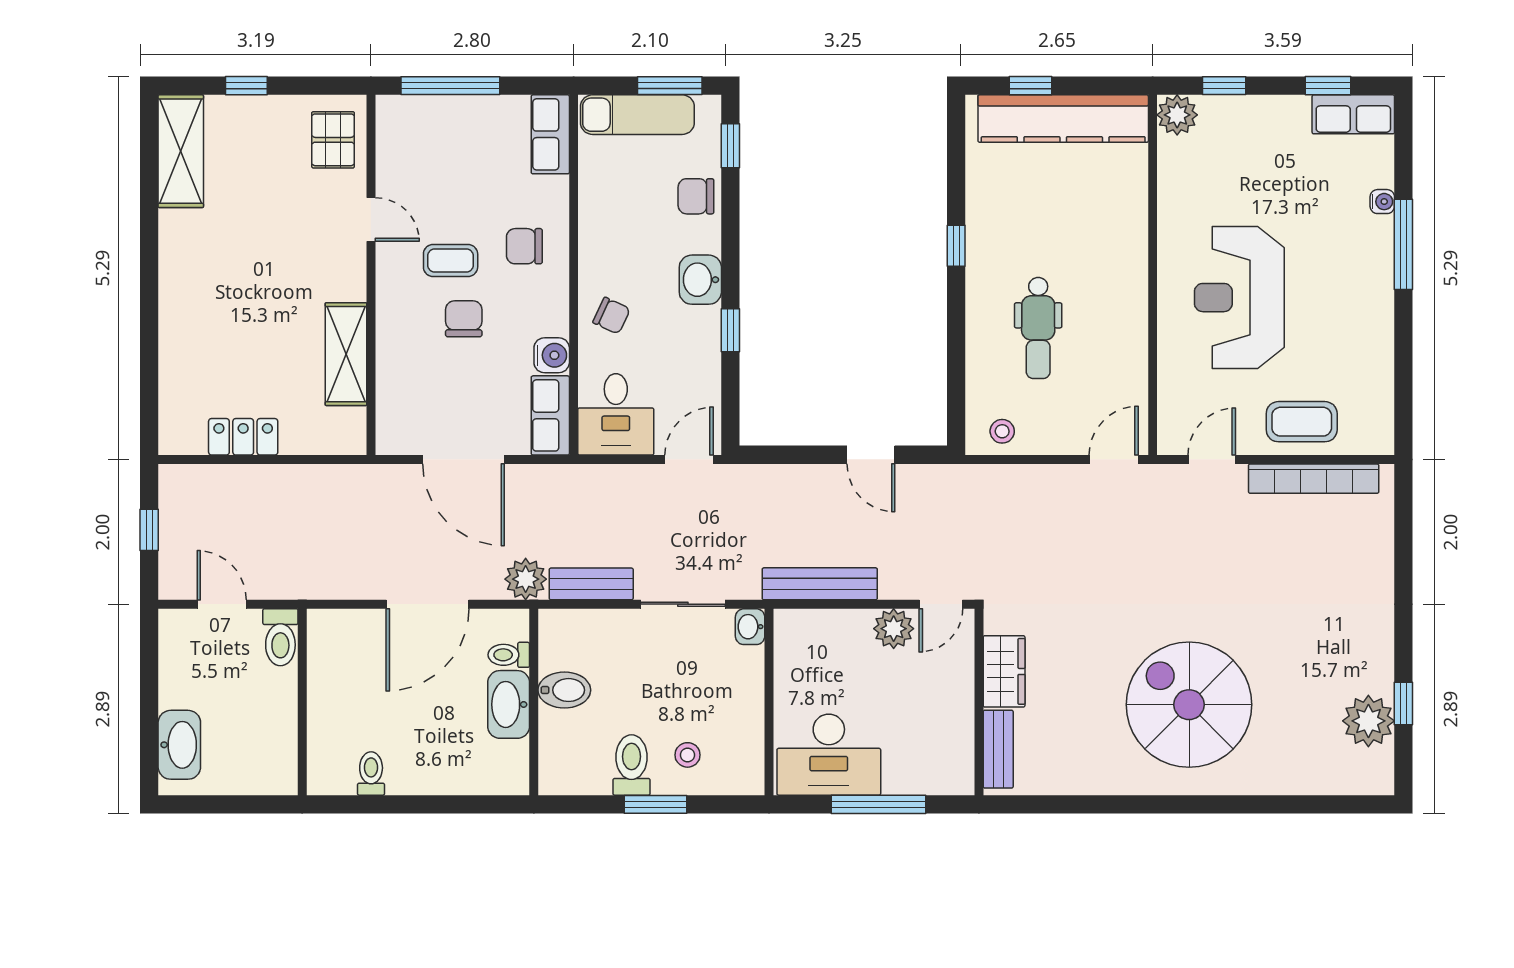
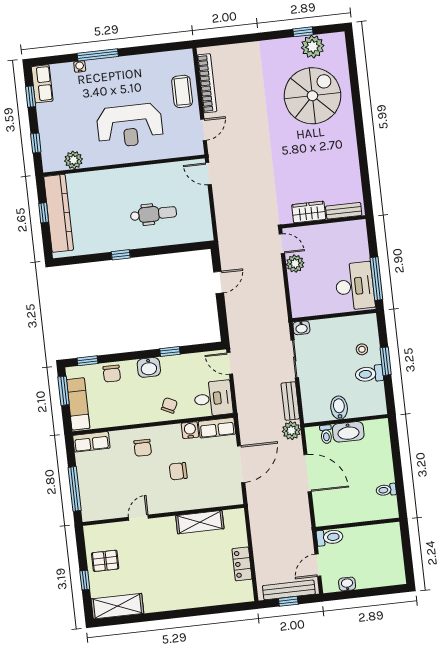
window: (1030, 86) -> (44, 213), moved
plant: (1177, 115) -> (74, 160), moved
pallet: (333, 140) -> (105, 561), moved
coffee table: (451, 260) -> (153, 480), removed
stool: (1002, 431) -> (201, 225), removed
door: (1212, 459) -> (204, 130), swing flipped
bench: (820, 584) -> (289, 590), moved, turned 90
spiral stairs: (1189, 705) -> (312, 96), moved, turned 180
washbasin: (179, 745) -> (347, 584), moved, width x0.52, depth x0.69
window: (878, 804) -> (376, 279), moved

